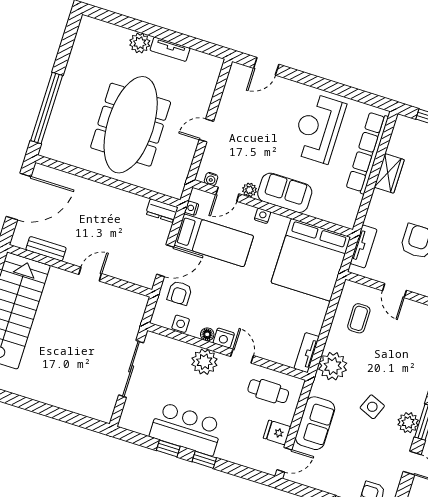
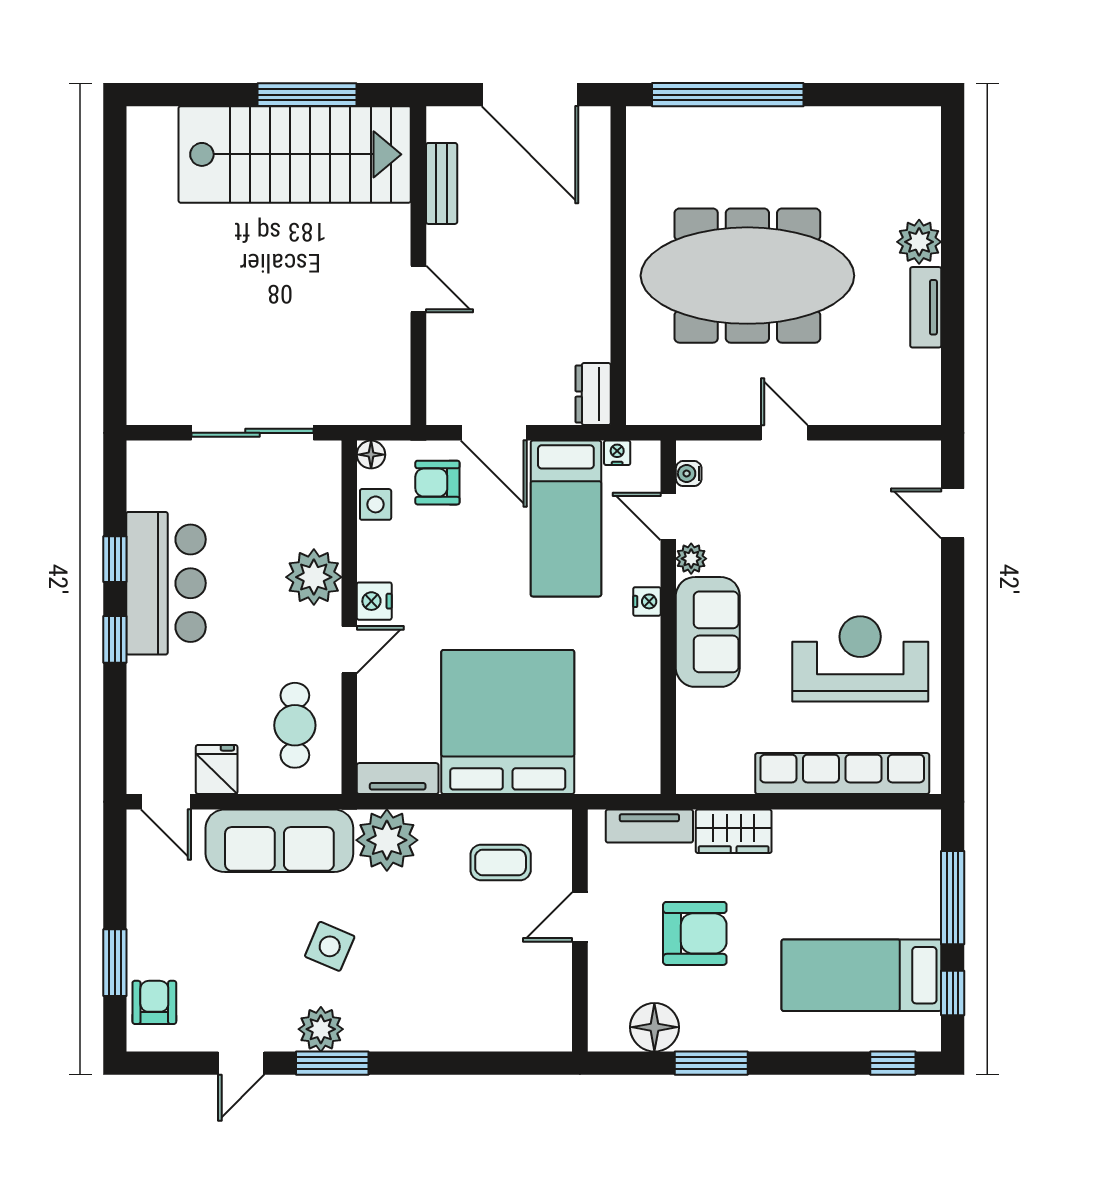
wardrobe: (389, 173) -> (734, 831), moved
bed: (311, 260) -> (508, 722), moved, turned 90
floor lamp: (207, 334) -> (371, 455), moved
sofa: (315, 423) -> (279, 841), width x1.36

